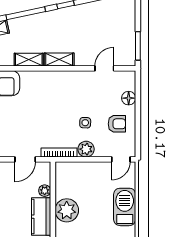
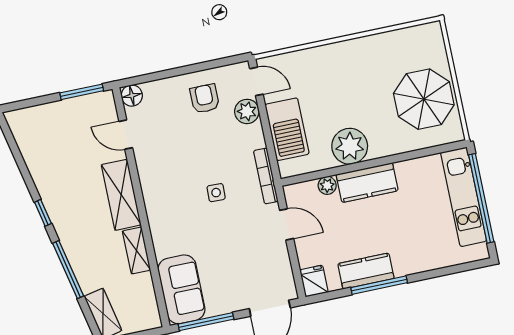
shelving: (59, 60) -> (121, 195), width x1.50, depth x1.33
floor lamp: (129, 98) -> (132, 96), moved
side table: (85, 123) -> (216, 193), moved
plant: (86, 149) -> (247, 111), moved
barbecue: (125, 207) -> (287, 129), moved, turned -90

